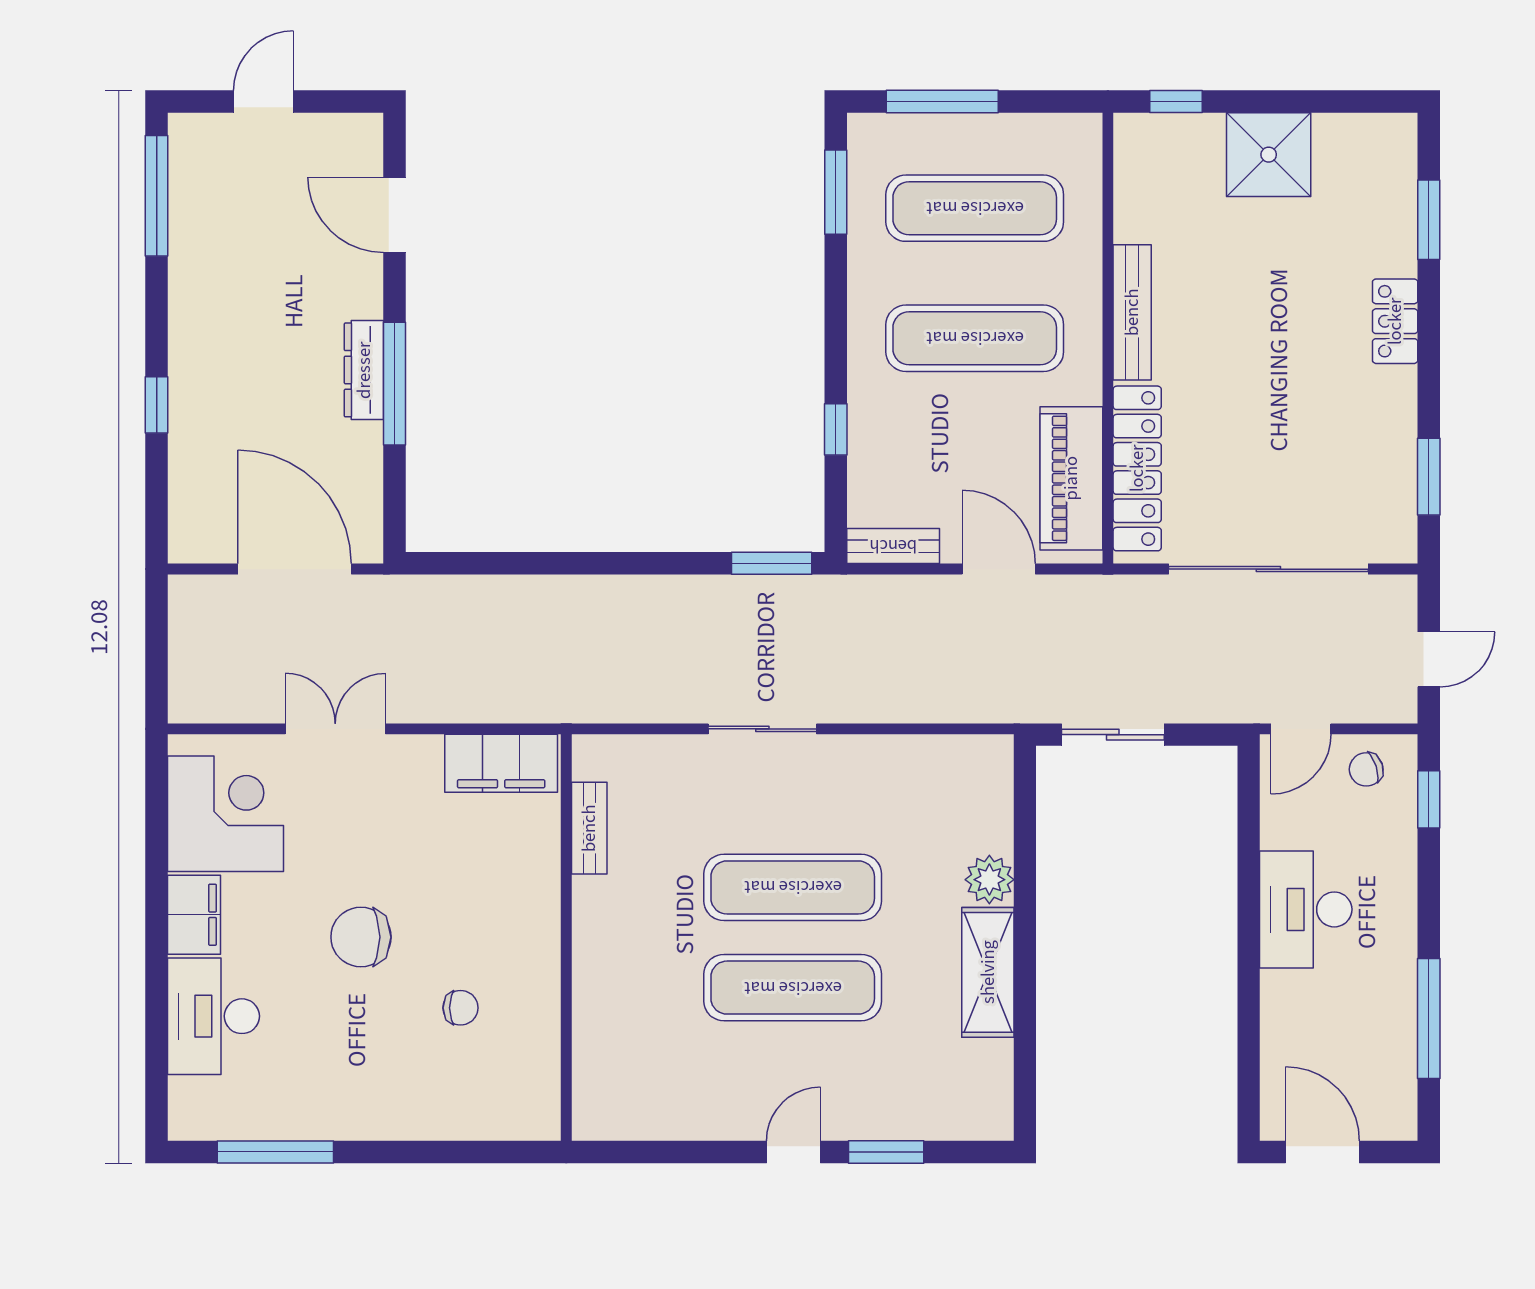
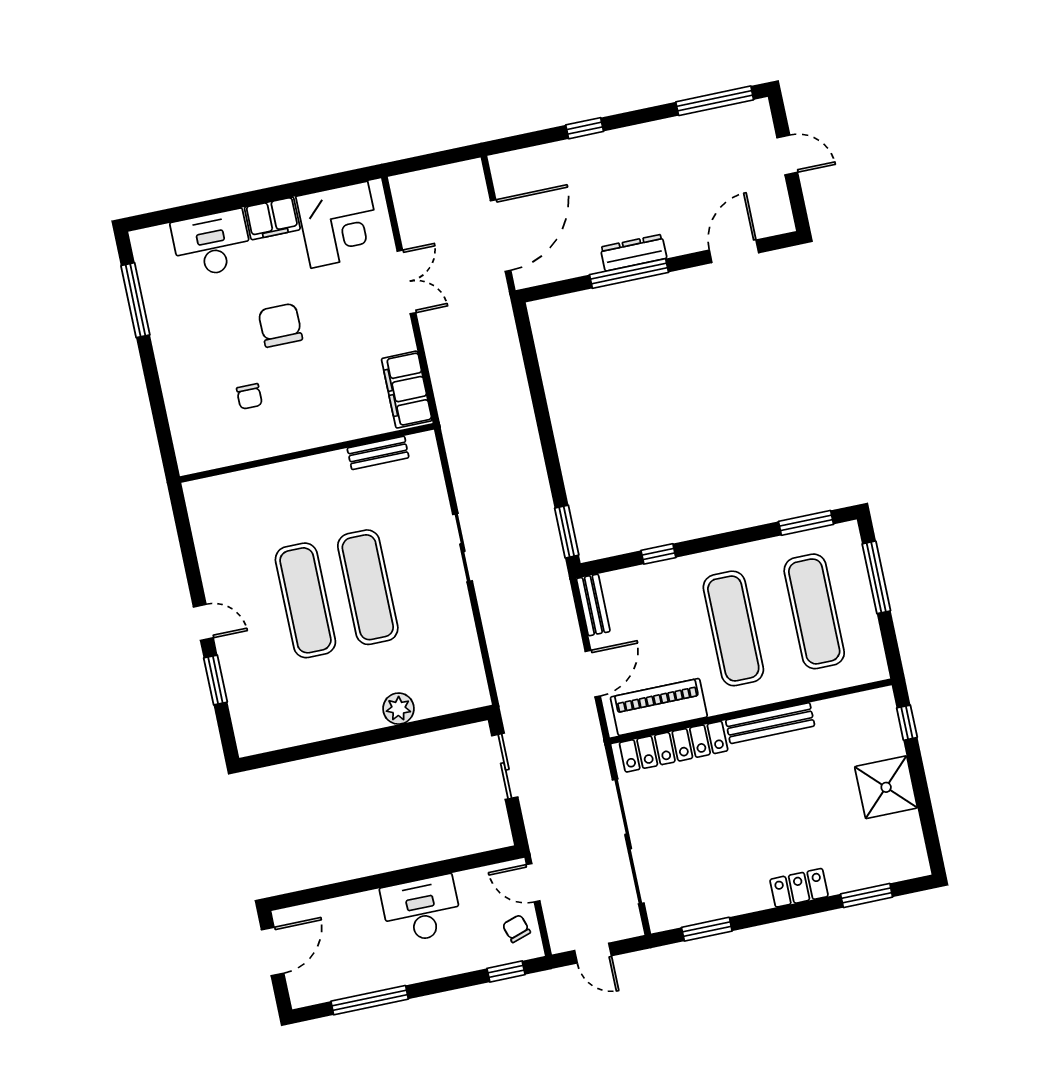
shelving: (988, 972) -> (340, 720), removed

